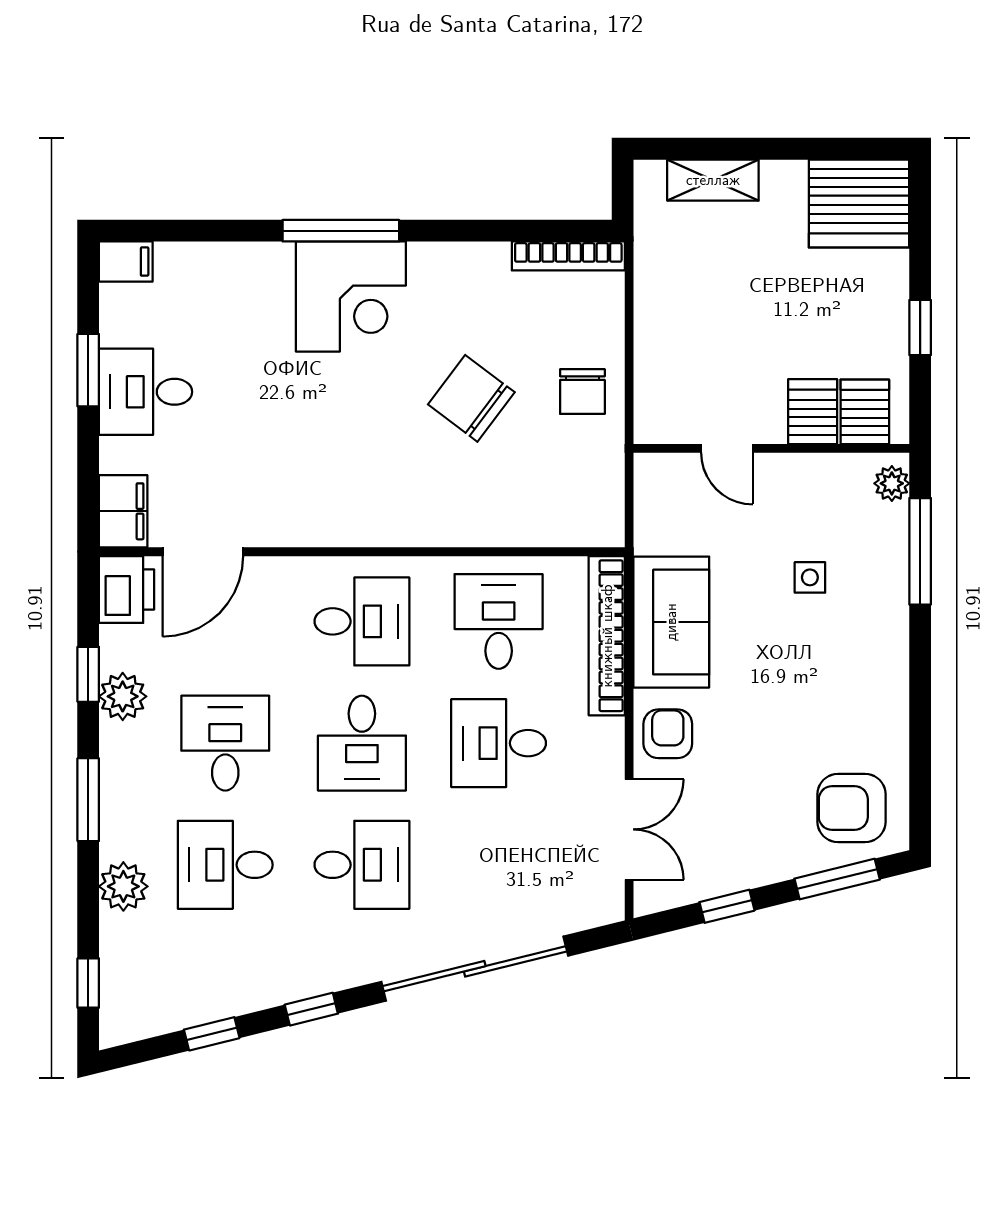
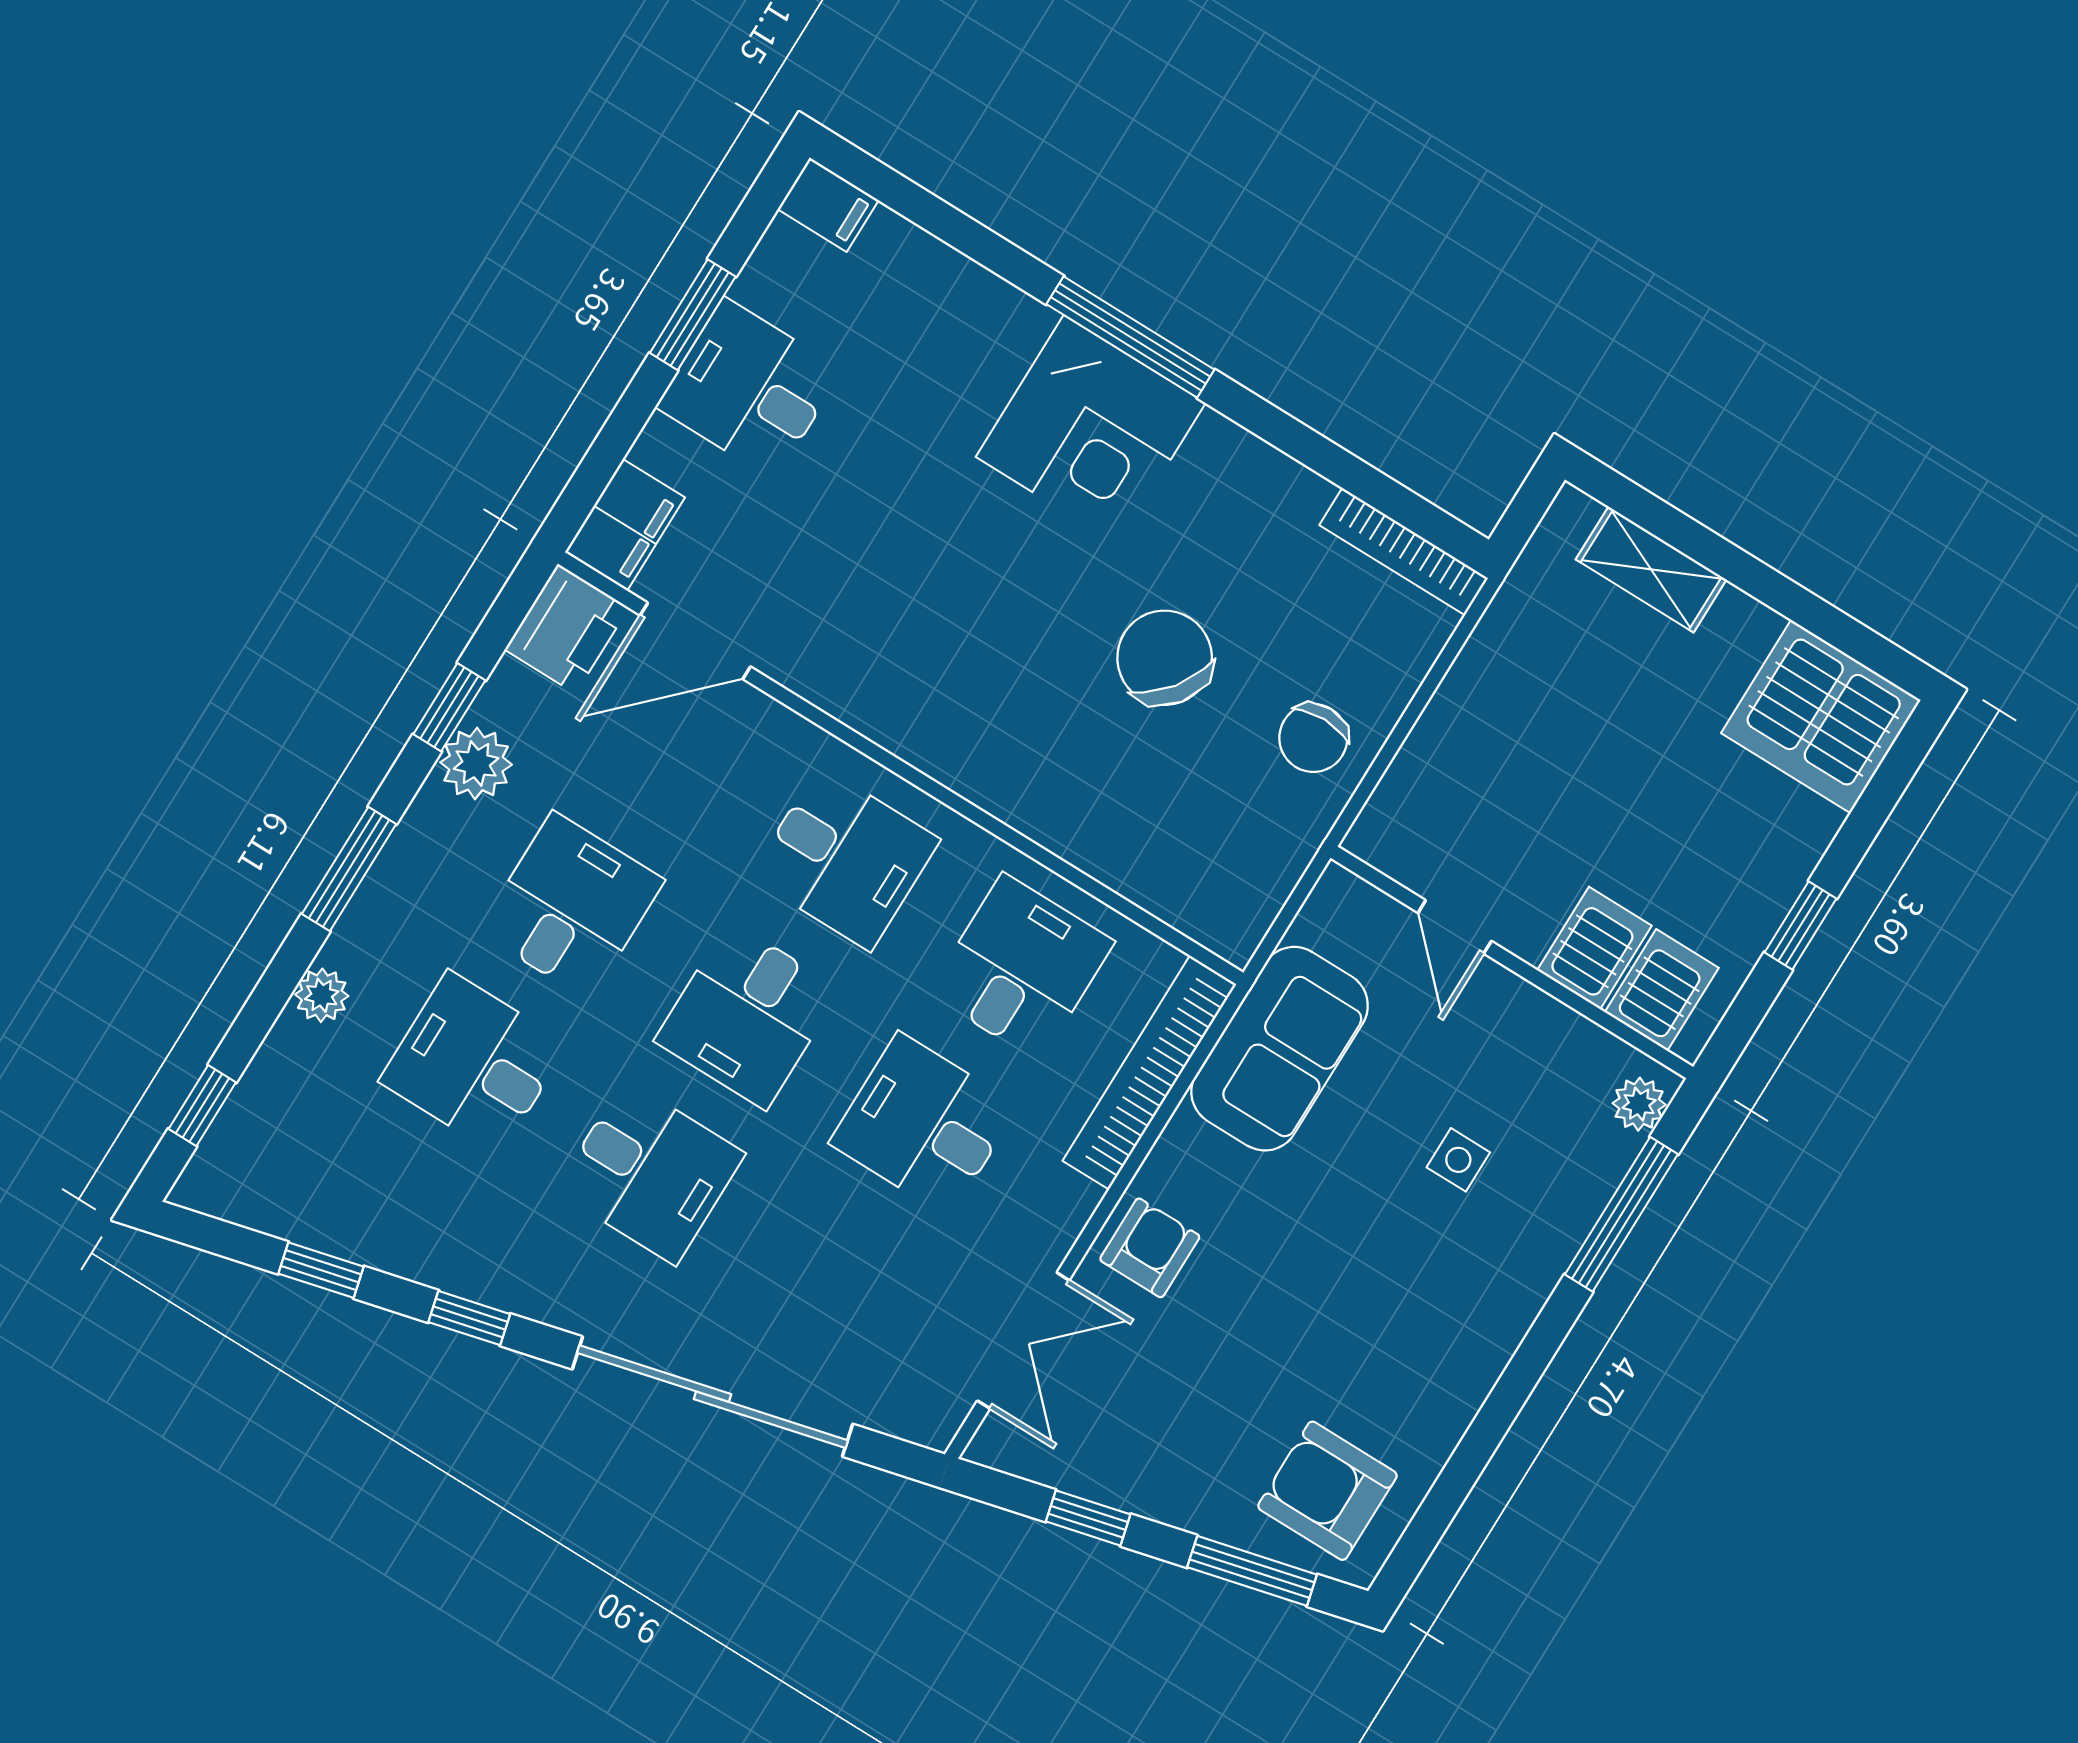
sofa: (671, 622) -> (1280, 1049), moved
plant: (123, 886) -> (322, 995), width x0.73, depth x0.73

